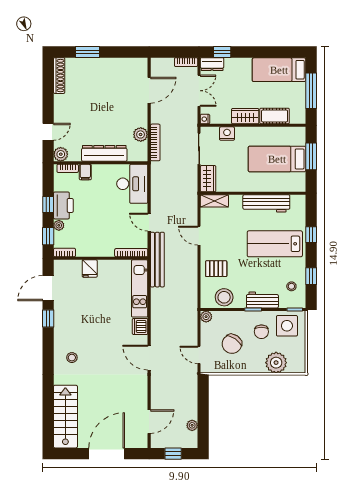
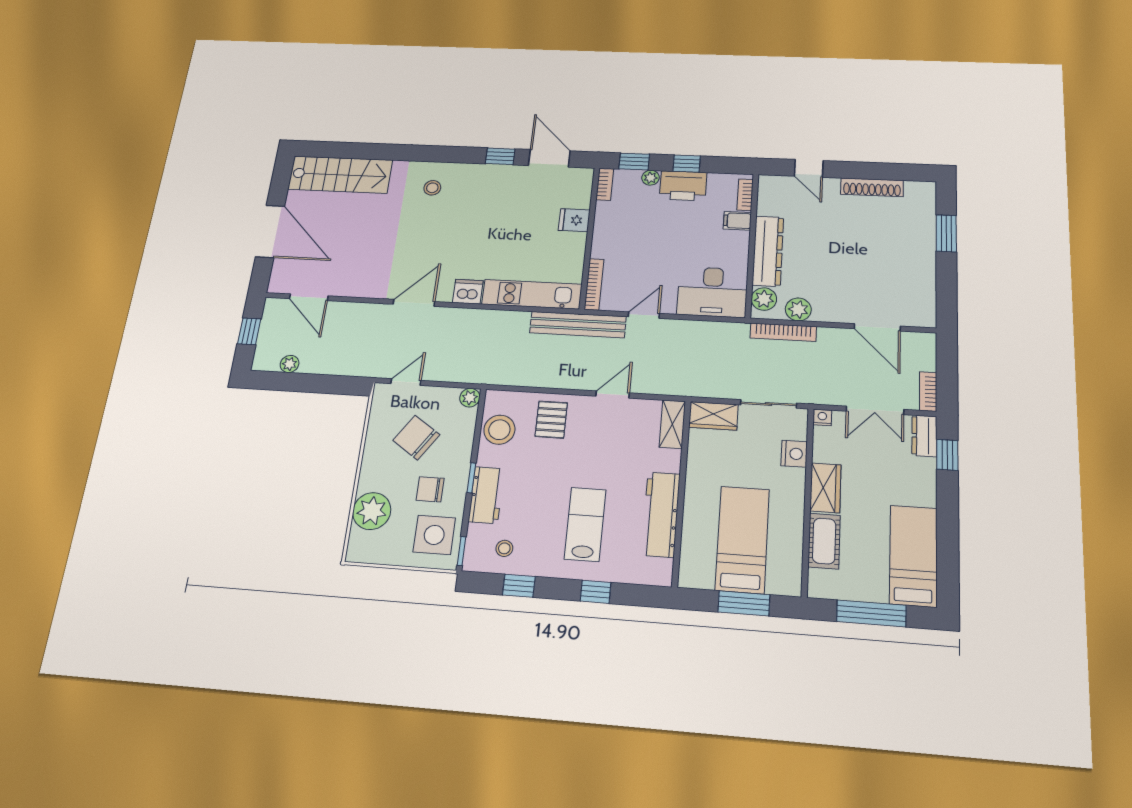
shoe rack: (59, 76) -> (872, 187), moved
plant: (61, 154) -> (764, 299), moved
lab bench: (275, 244) -> (585, 524), width x0.73, depth x0.72

